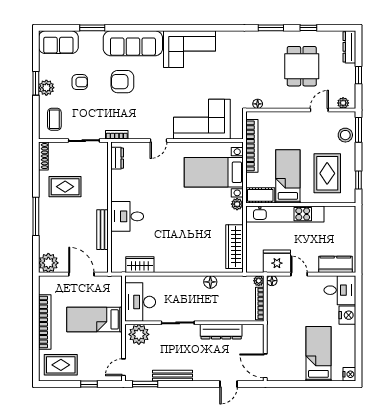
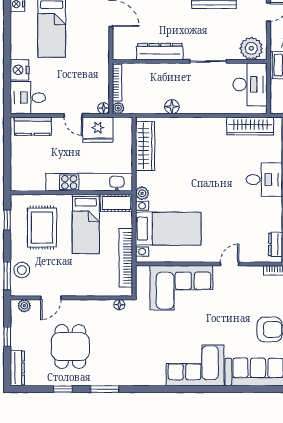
wardrobe: (140, 265) -> (250, 126), width x1.50

